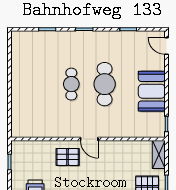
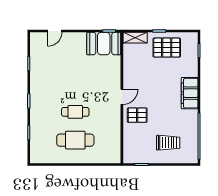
door: (166, 46) -> (55, 31), moved
cafe table: (105, 84) -> (75, 140), moved
booth: (152, 91) -> (104, 44), moved
pallet: (68, 157) -> (137, 115), turned 90

